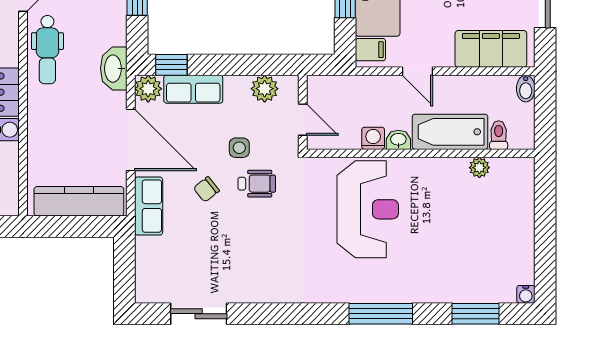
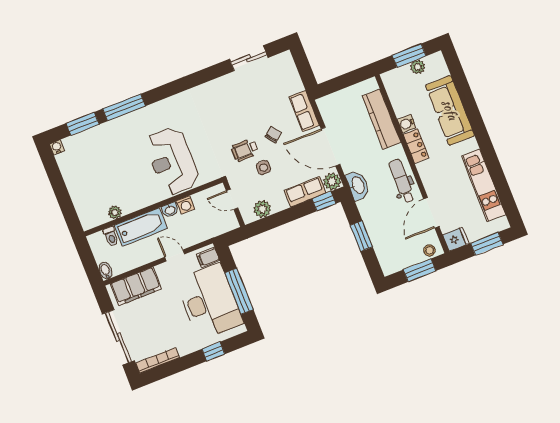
kitchen counter: (79, 201) -> (381, 119), moved, turned 90
window: (381, 314) -> (124, 107), moved

